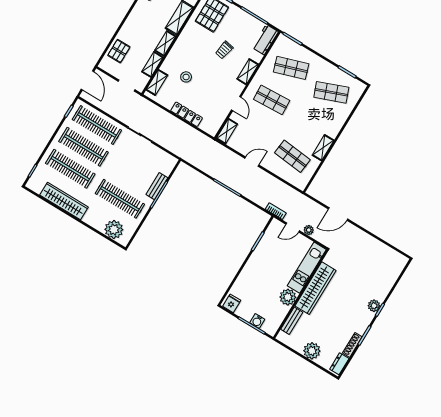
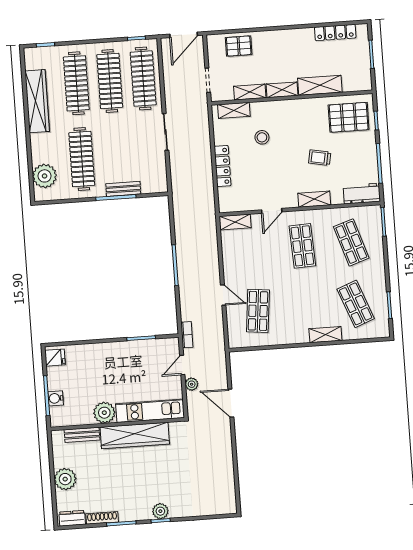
shelving: (323, 148) -> (325, 335), moved
door: (252, 162) -> (223, 295), moved
door: (293, 227) -> (182, 365), hinge flipped

